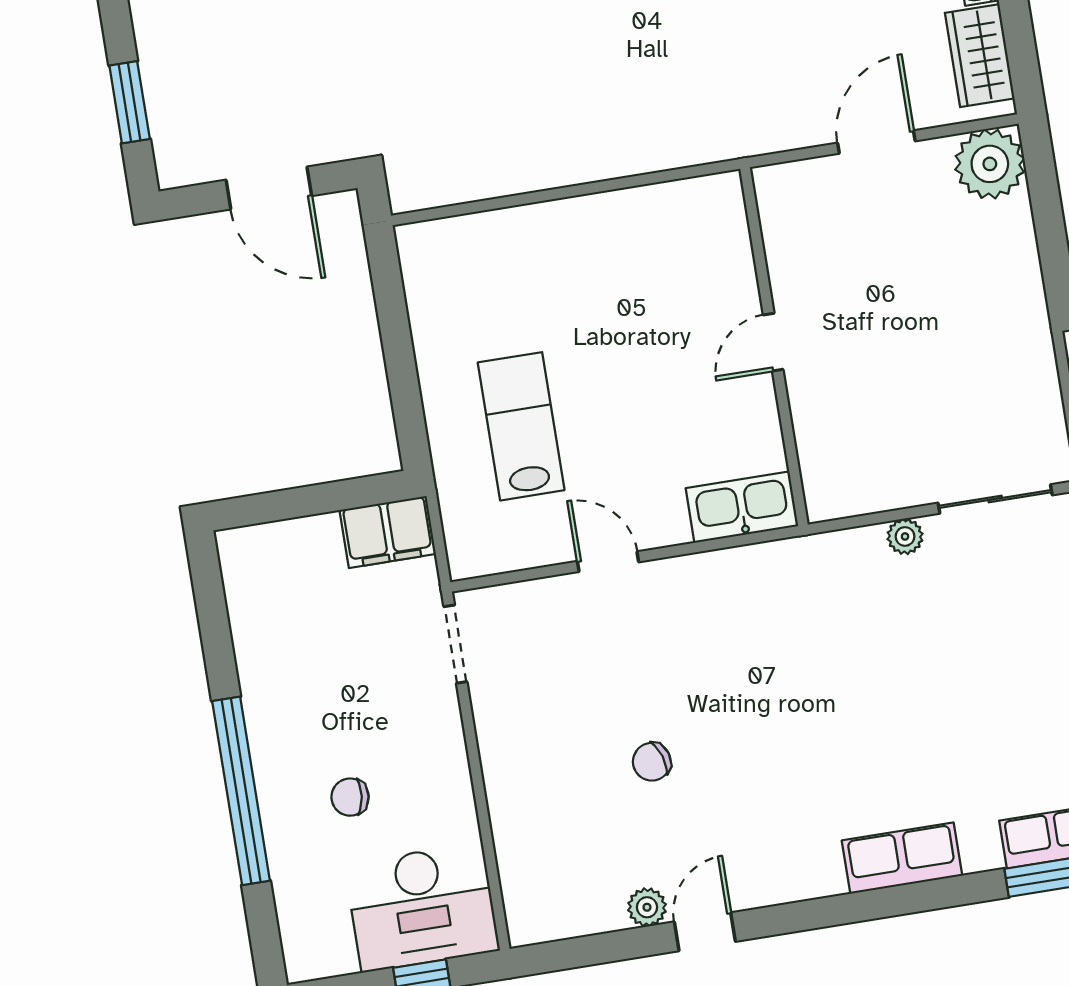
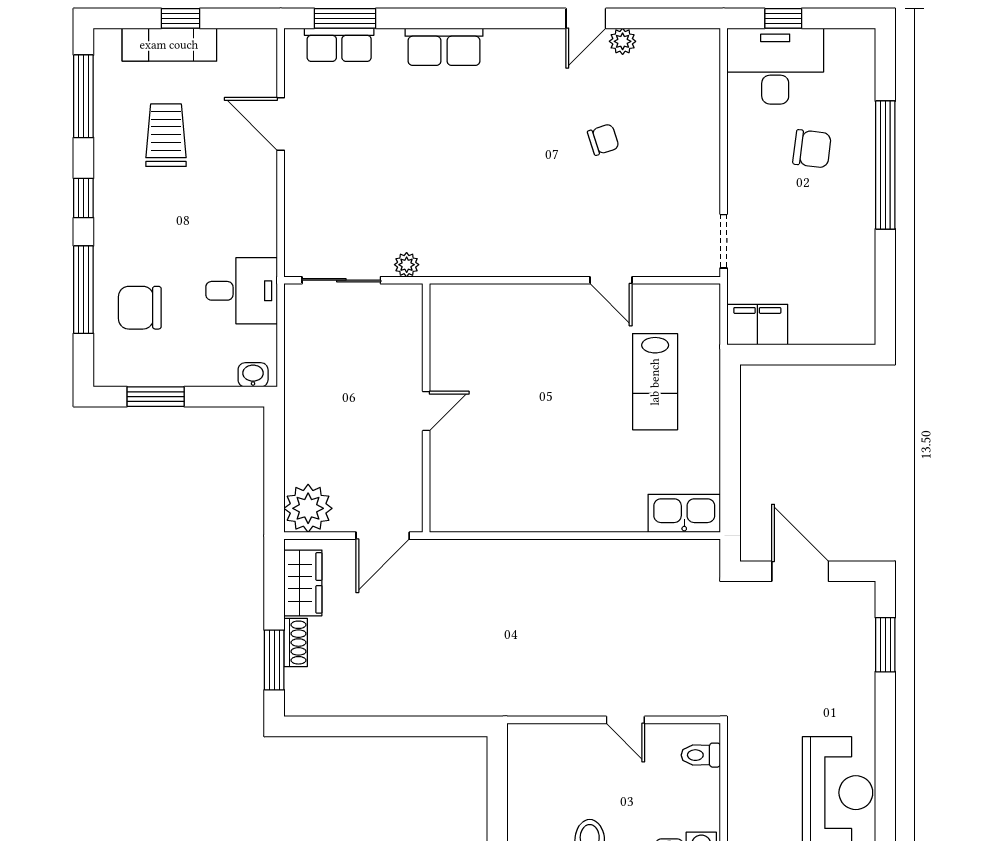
door: (773, 342) -> (426, 411), moved
wall: (774, 347) -> (426, 408), moved
kitchen sink: (742, 507) -> (684, 513), moved, turned 180
chair: (350, 797) -> (812, 149), width x1.37, depth x1.37

